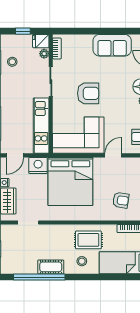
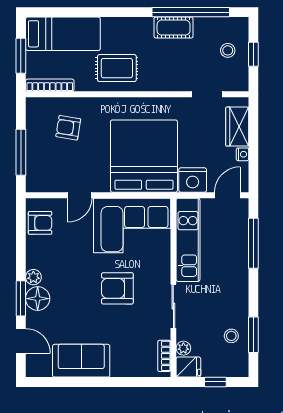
stool: (82, 261) -> (228, 50), moved

